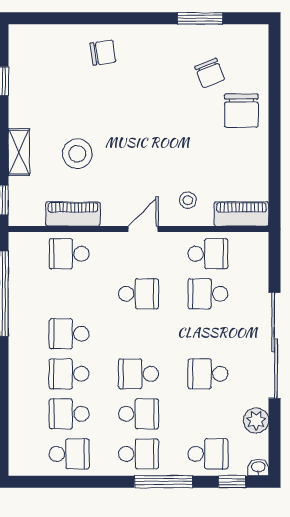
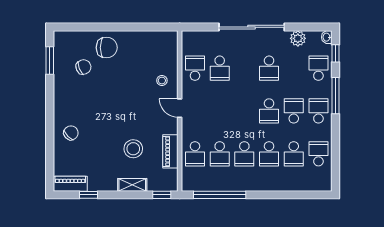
window: (200, 18) -> (50, 60), moved
chair: (103, 53) -> (71, 133), turned 53
piano: (241, 214) -> (70, 184), moved, turned 90
school desk: (139, 294) -> (220, 154), moved, turned 180

